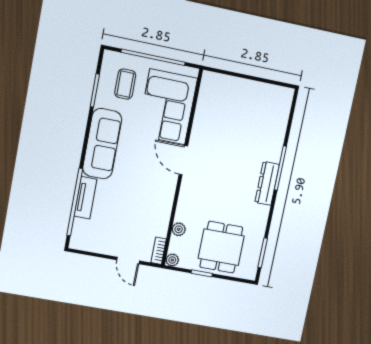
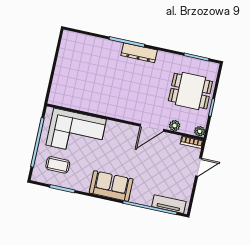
sofa: (102, 144) -> (111, 186), width x0.73
door: (183, 160) -> (152, 128), moved
tv unit: (85, 198) -> (169, 204), moved

